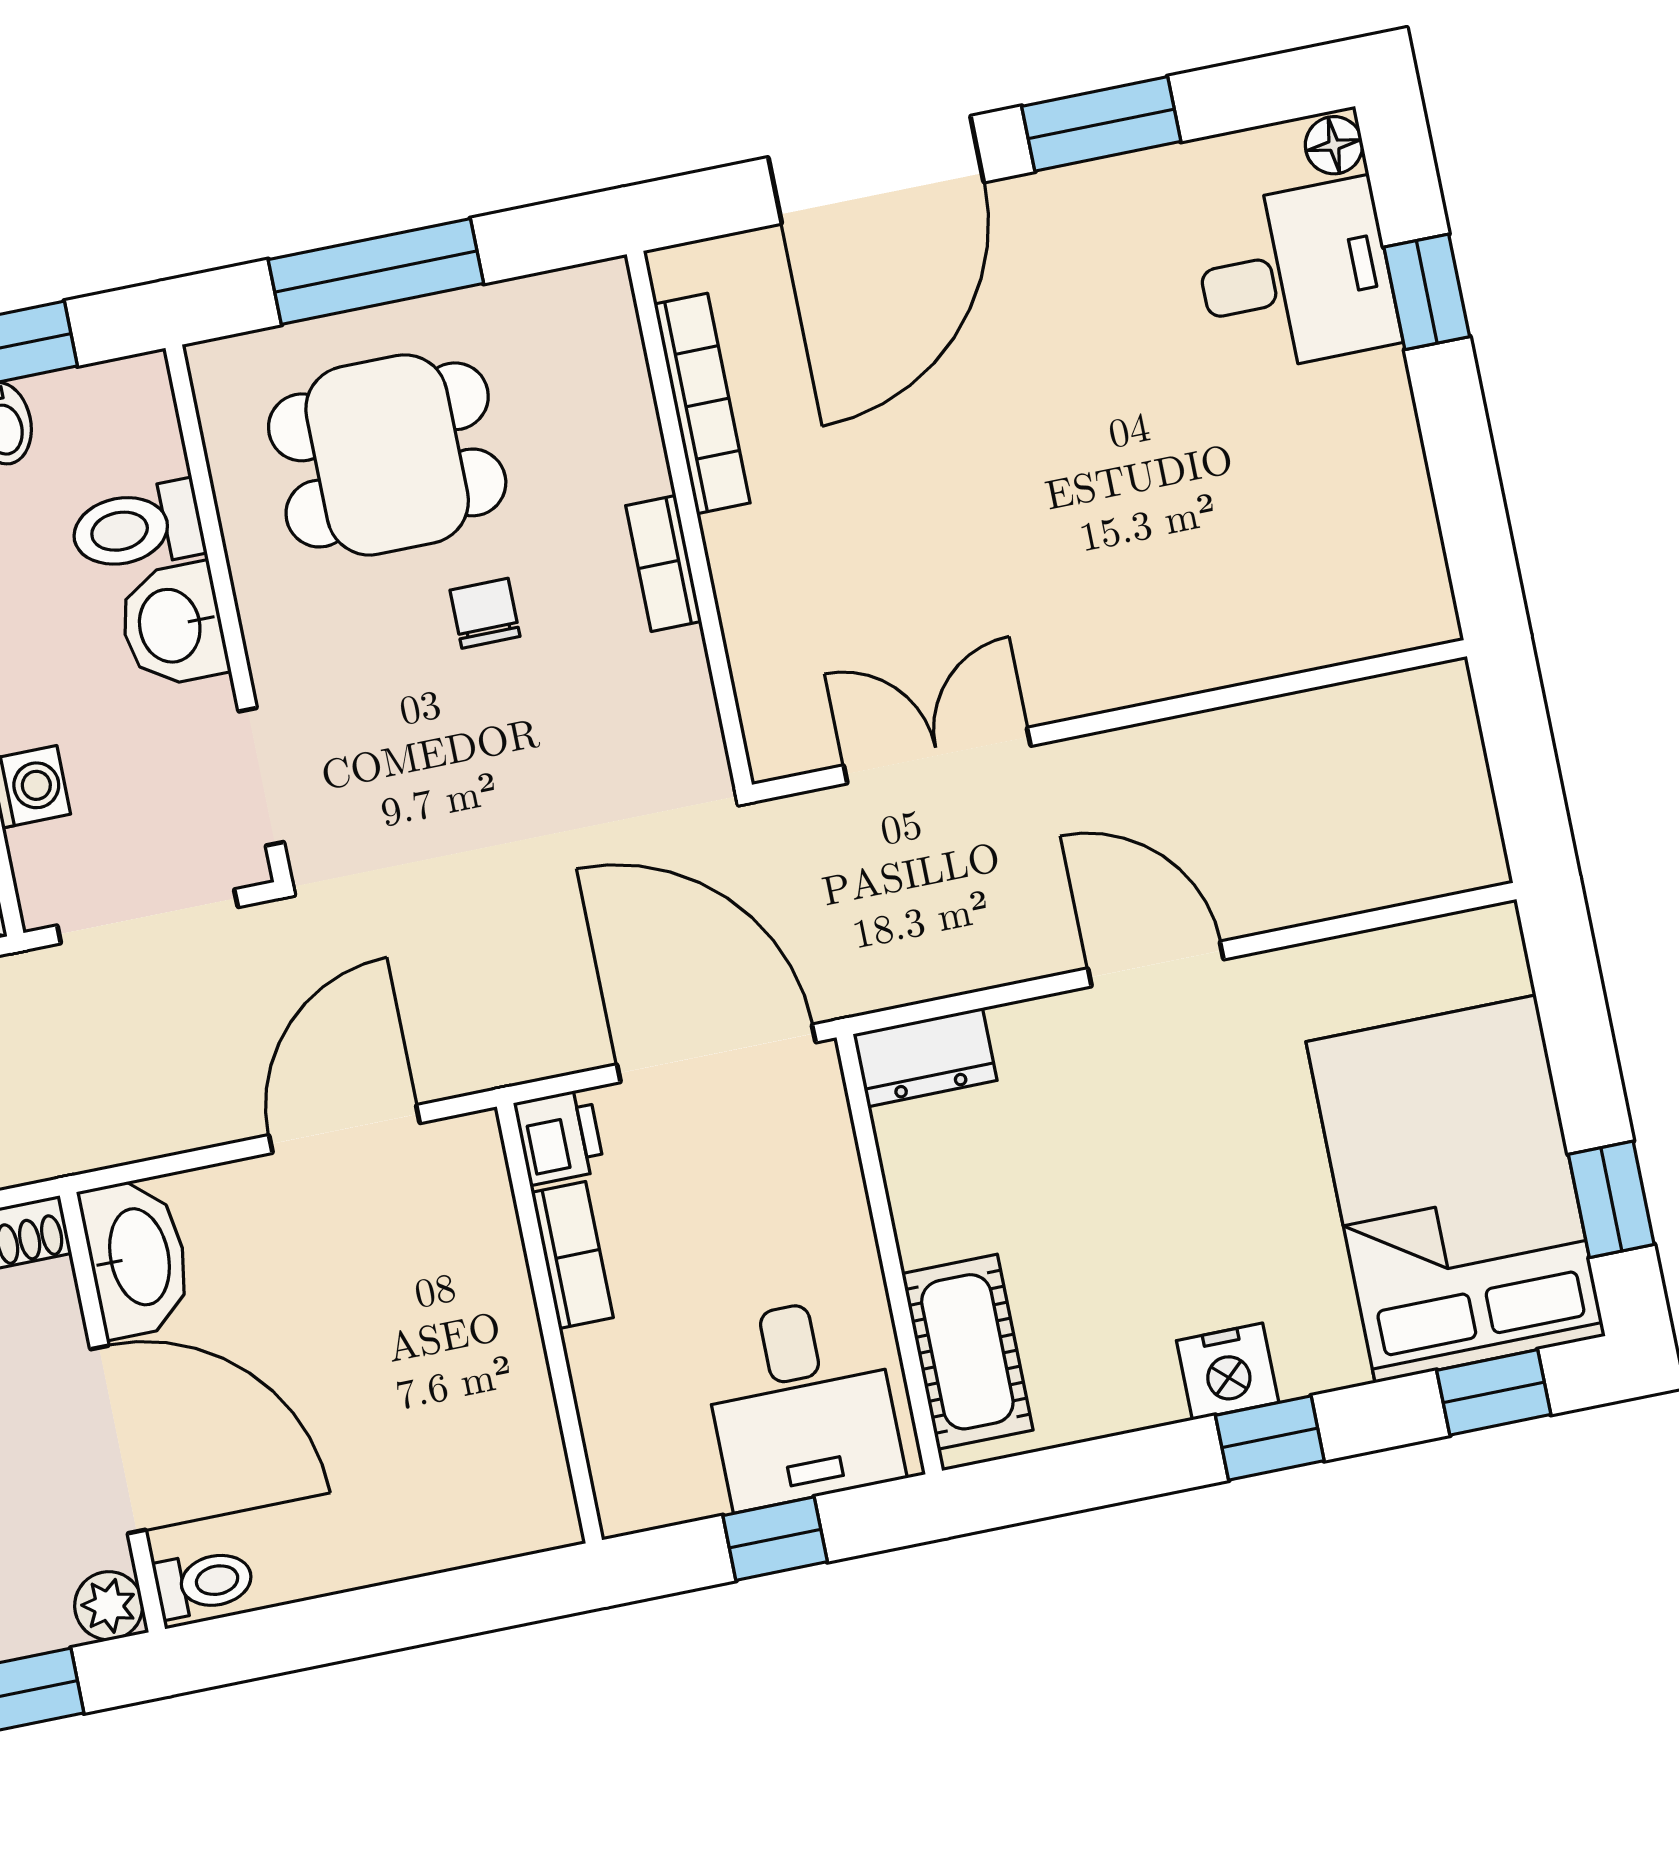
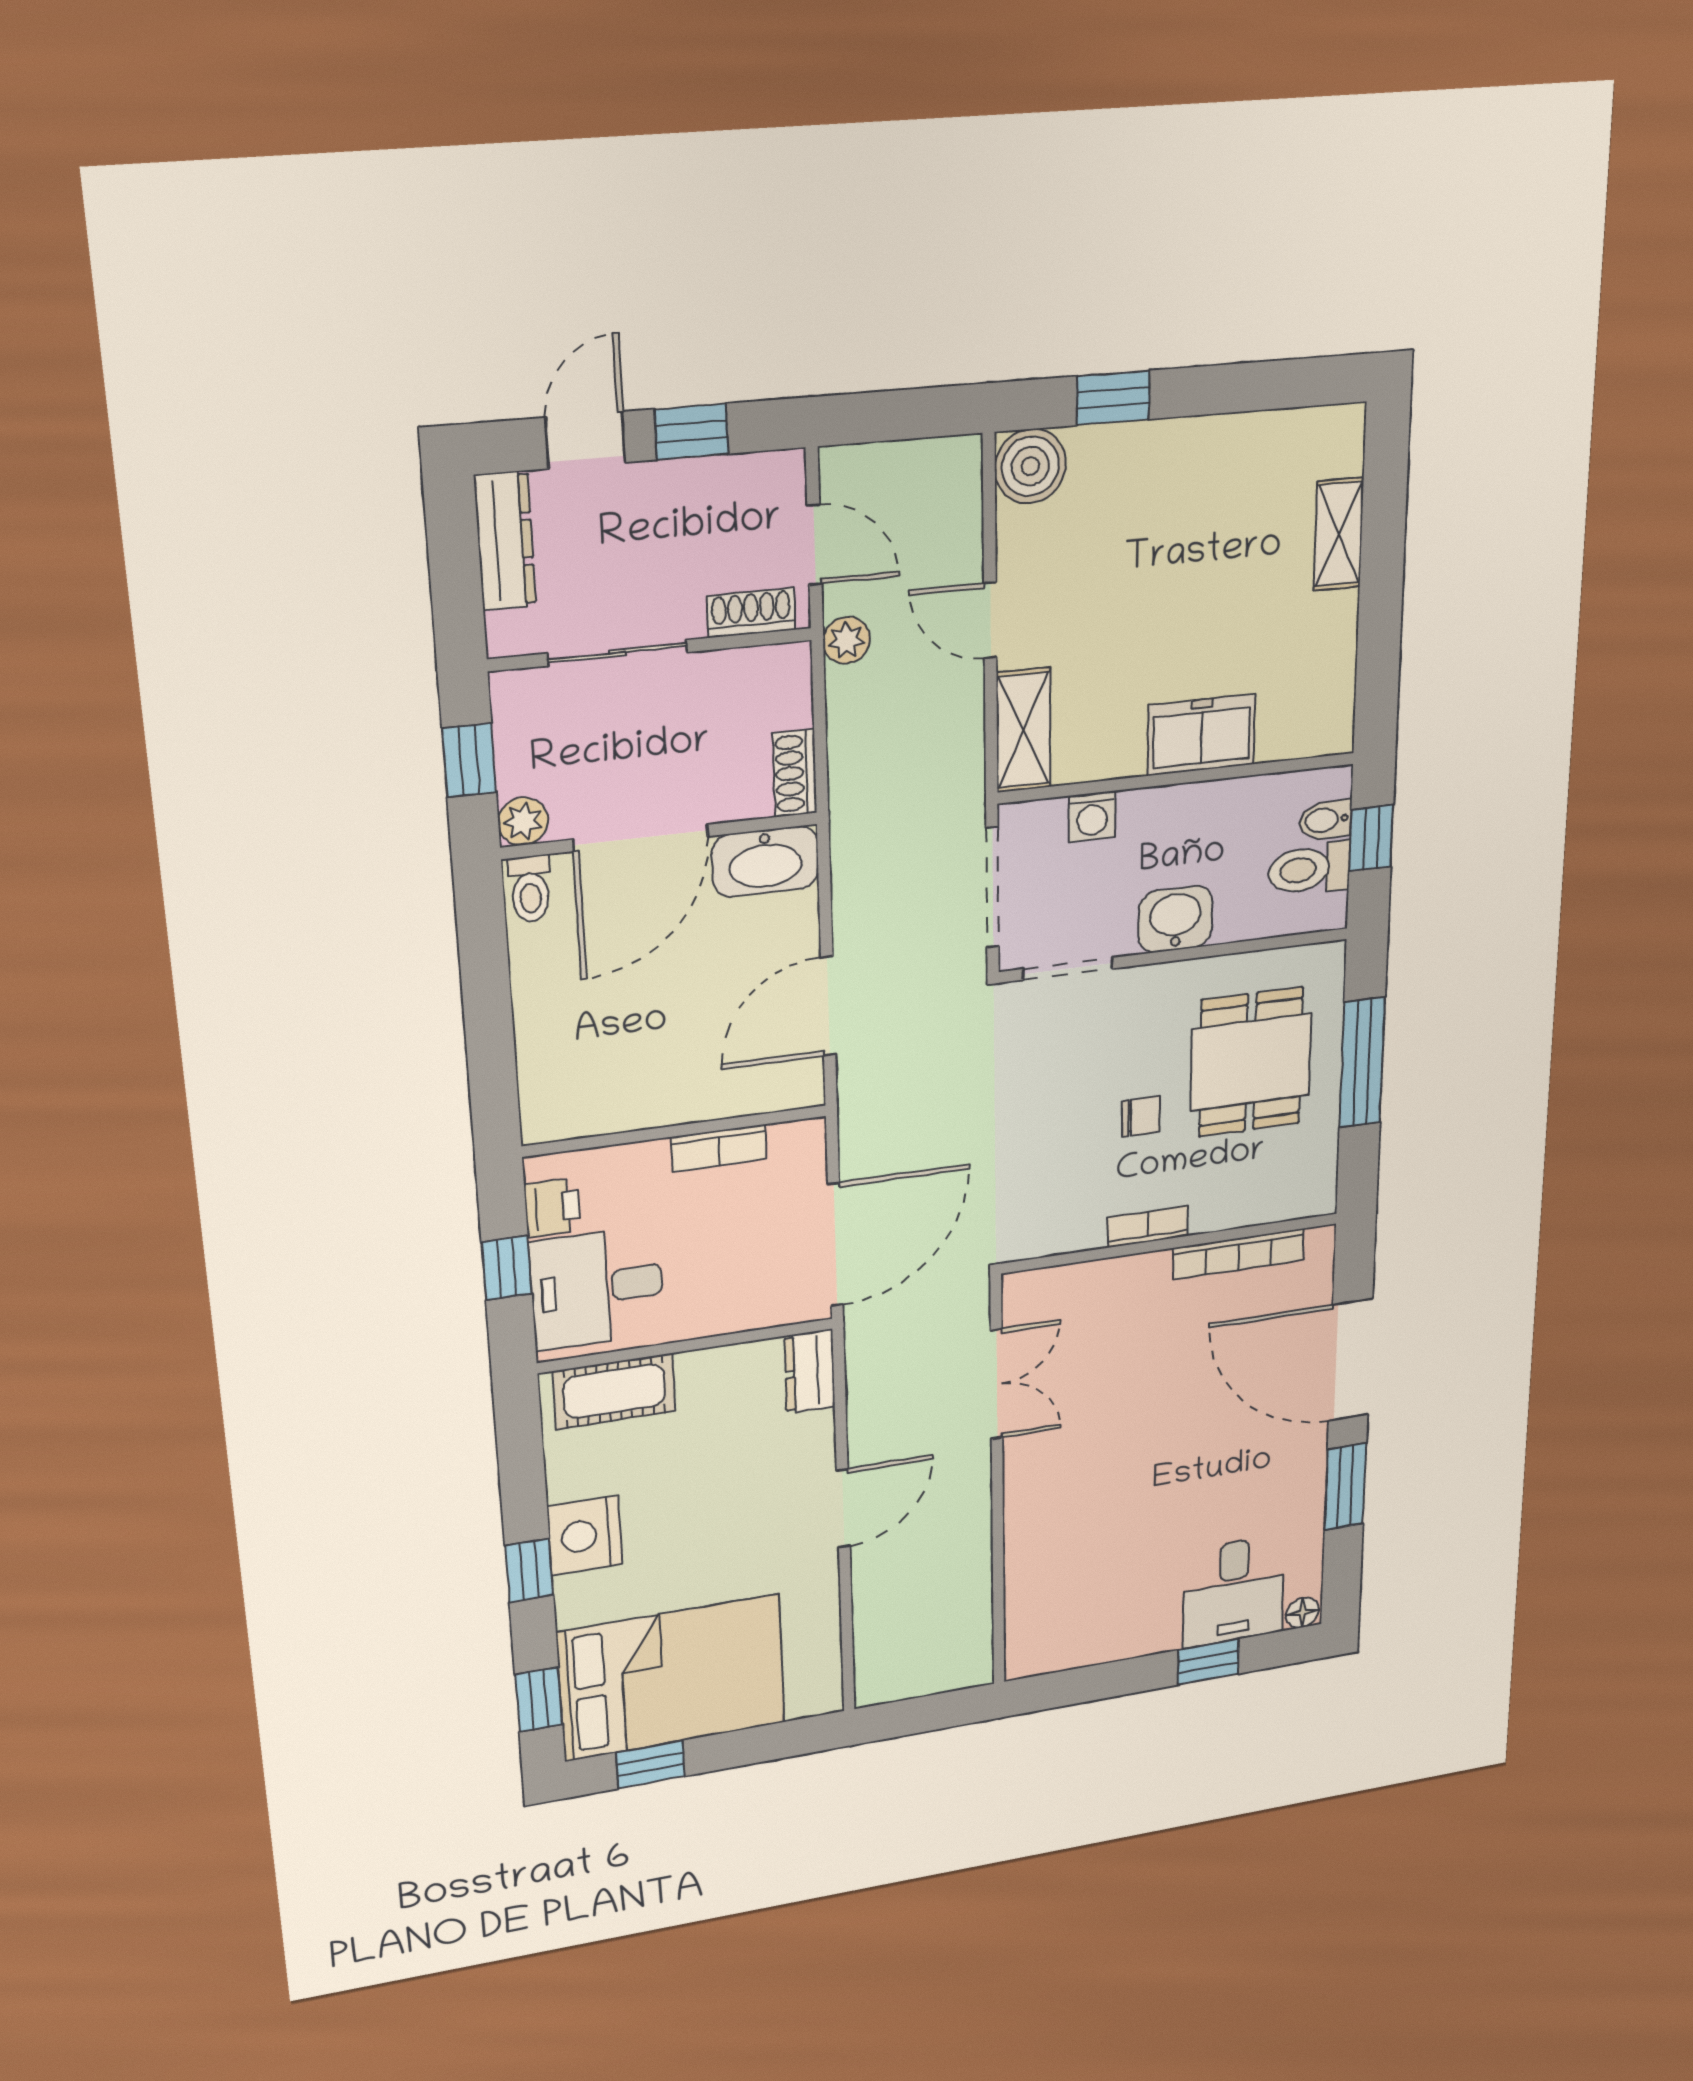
toilet: (137, 528) -> (1309, 869), moved, turned -90
door: (344, 1129) -> (828, 1006), swing flipped
printer: (559, 1137) -> (552, 1208), moved, turned -90
nightstand: (1228, 1371) -> (585, 1536), width x1.36, depth x1.33

